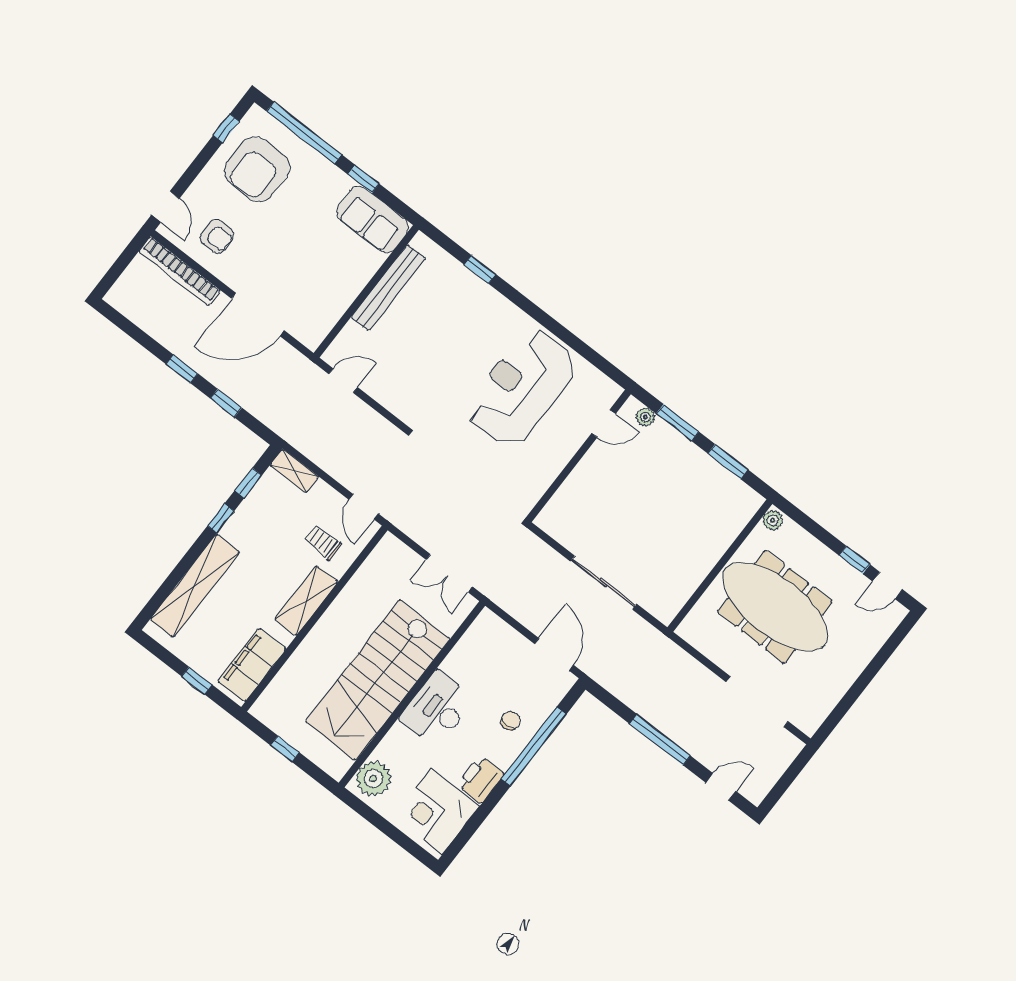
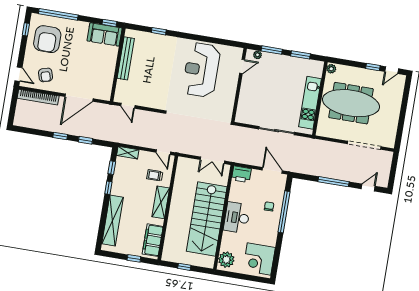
window: (363, 179) -> (109, 23), moved
armchair: (217, 236) -> (46, 75), turned 73
door: (343, 381) -> (128, 106), swing flipped
kitchen unit: (697, 564) -> (310, 103), added
printer: (480, 779) -> (241, 174), moved, turned -90

